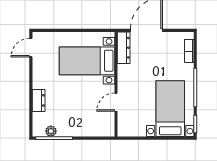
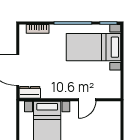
dresser: (124, 48) -> (30, 92), width x0.70
door: (116, 102) -> (87, 100), hinge flipped

